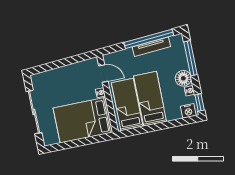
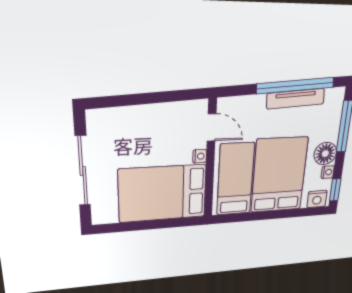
bed: (150, 99) -> (279, 175), width x1.50

